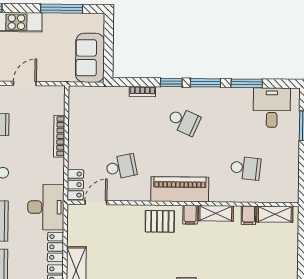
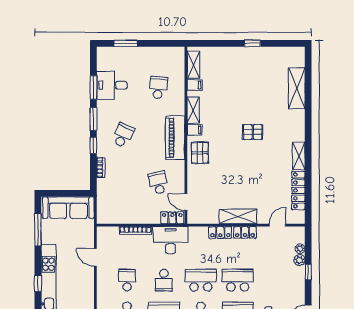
sofa: (90, 58) -> (68, 208), width x1.36
desk: (272, 108) -> (112, 85), moved
desk: (46, 207) -> (171, 240), moved

